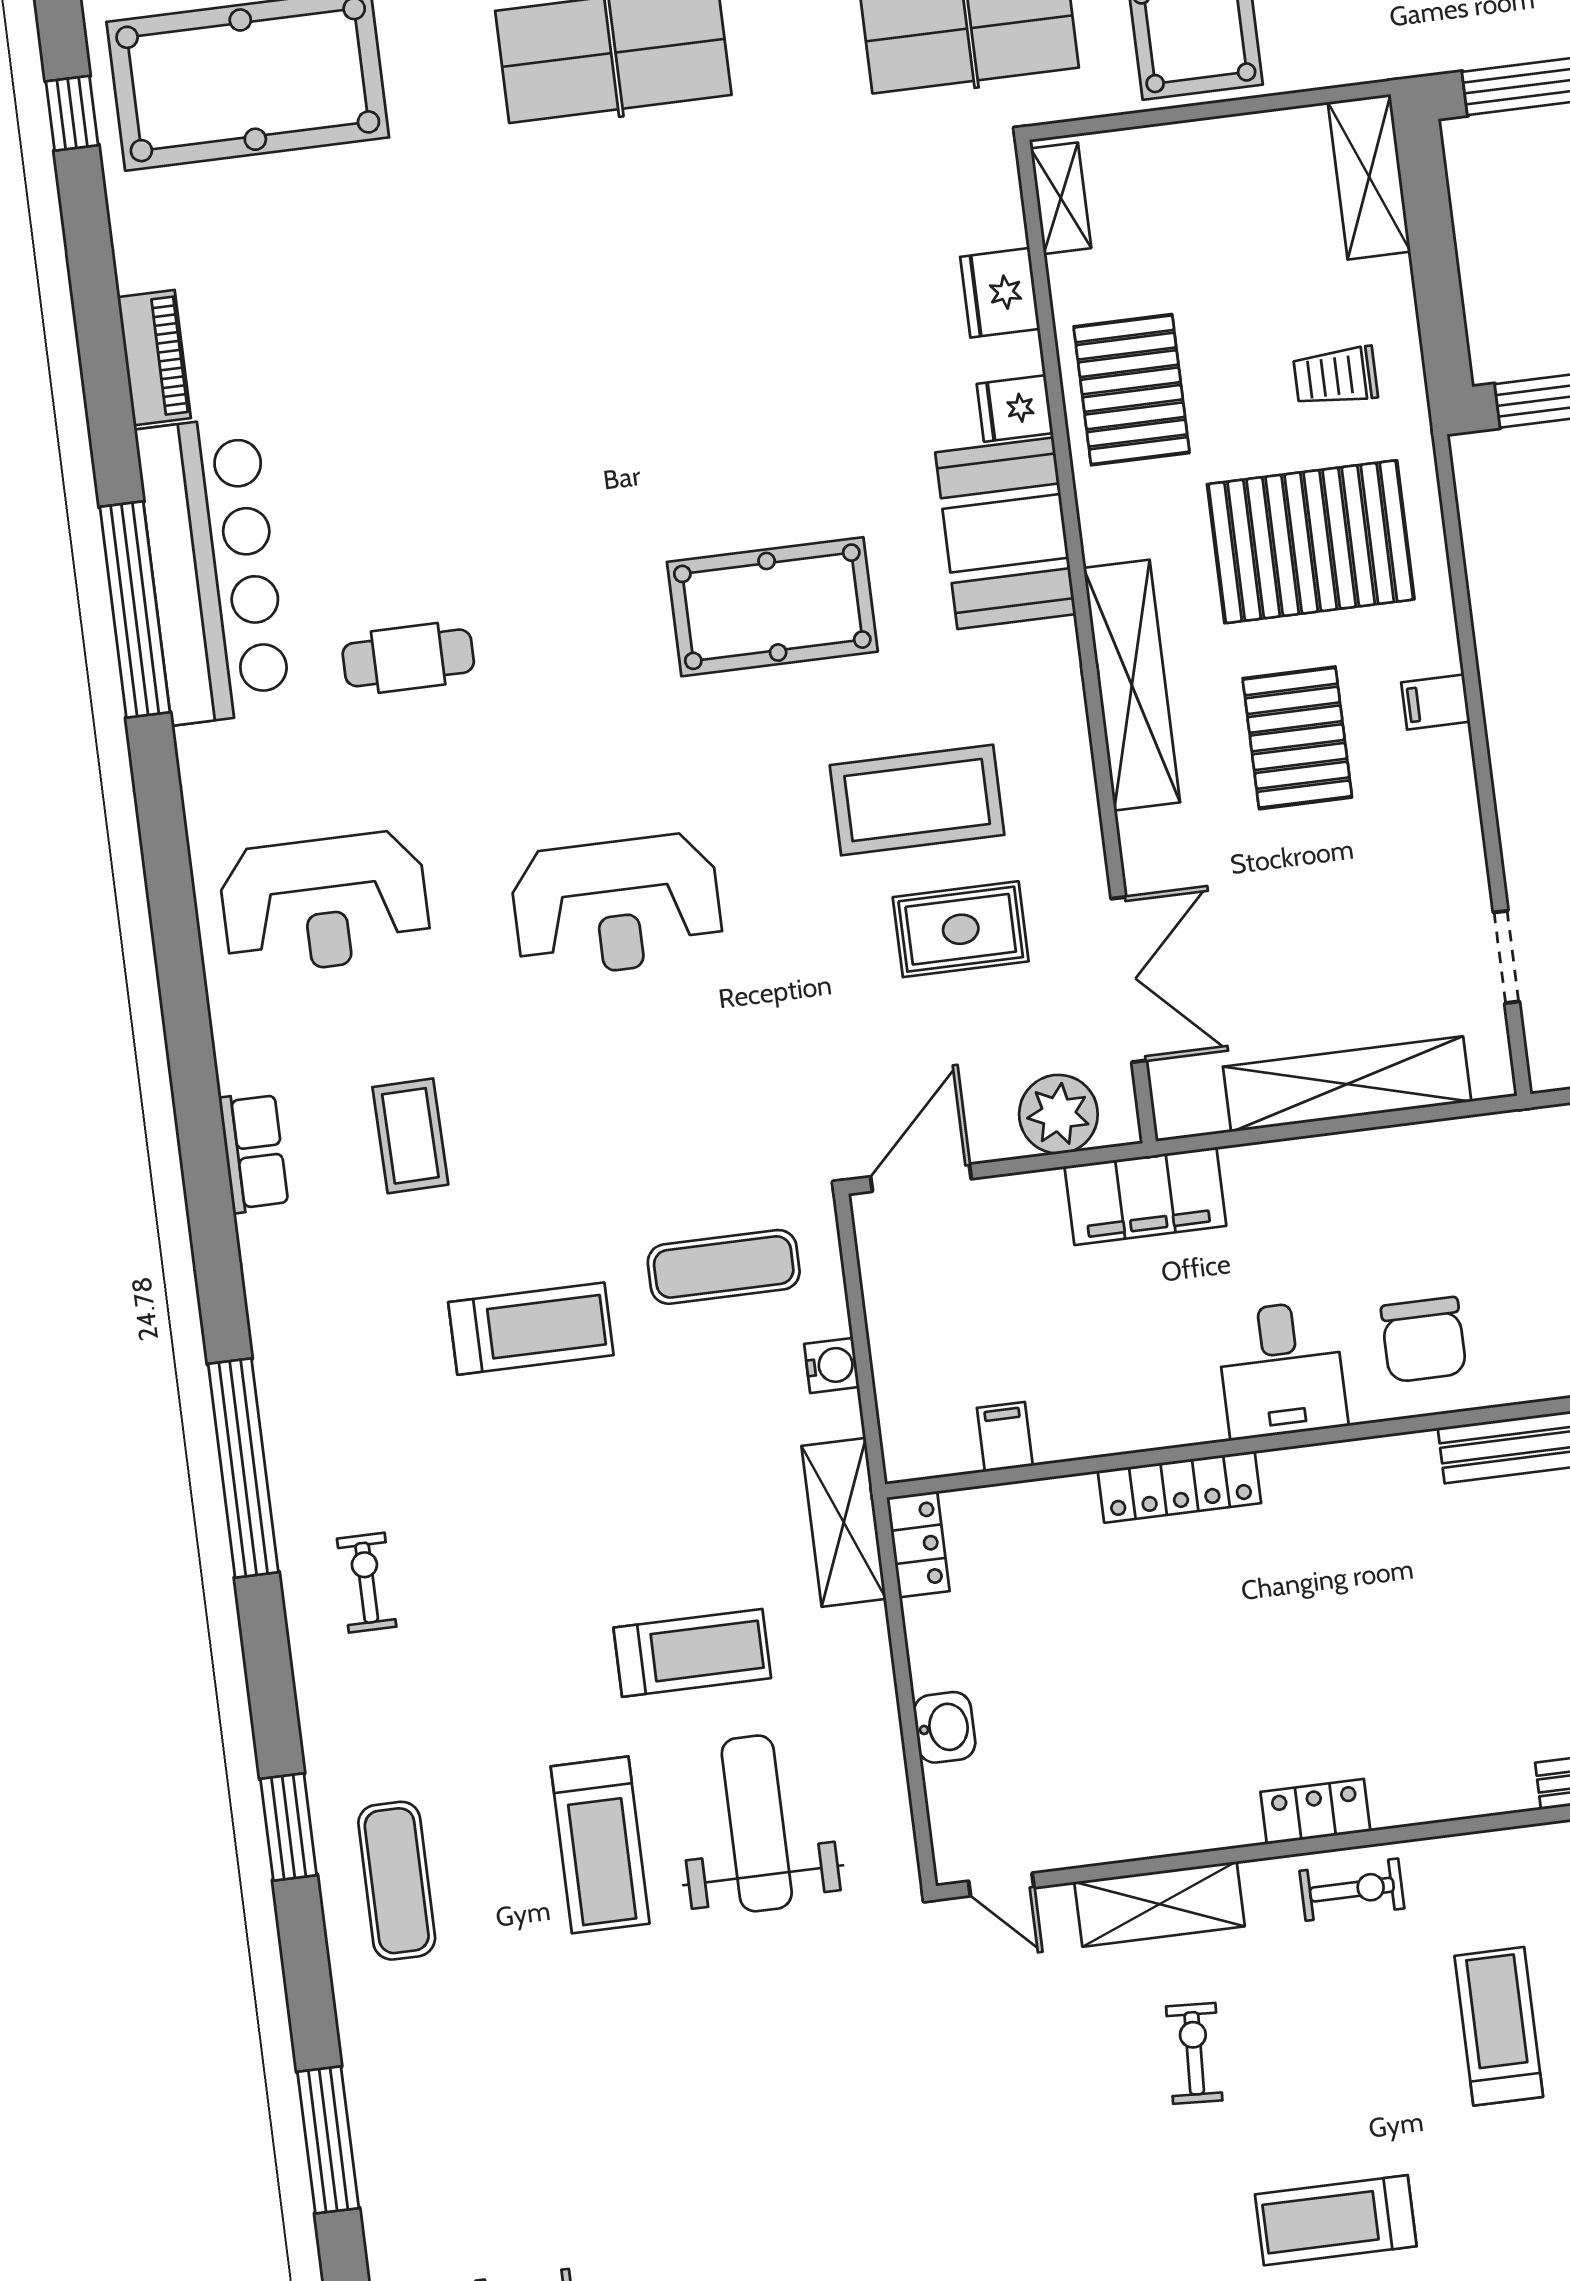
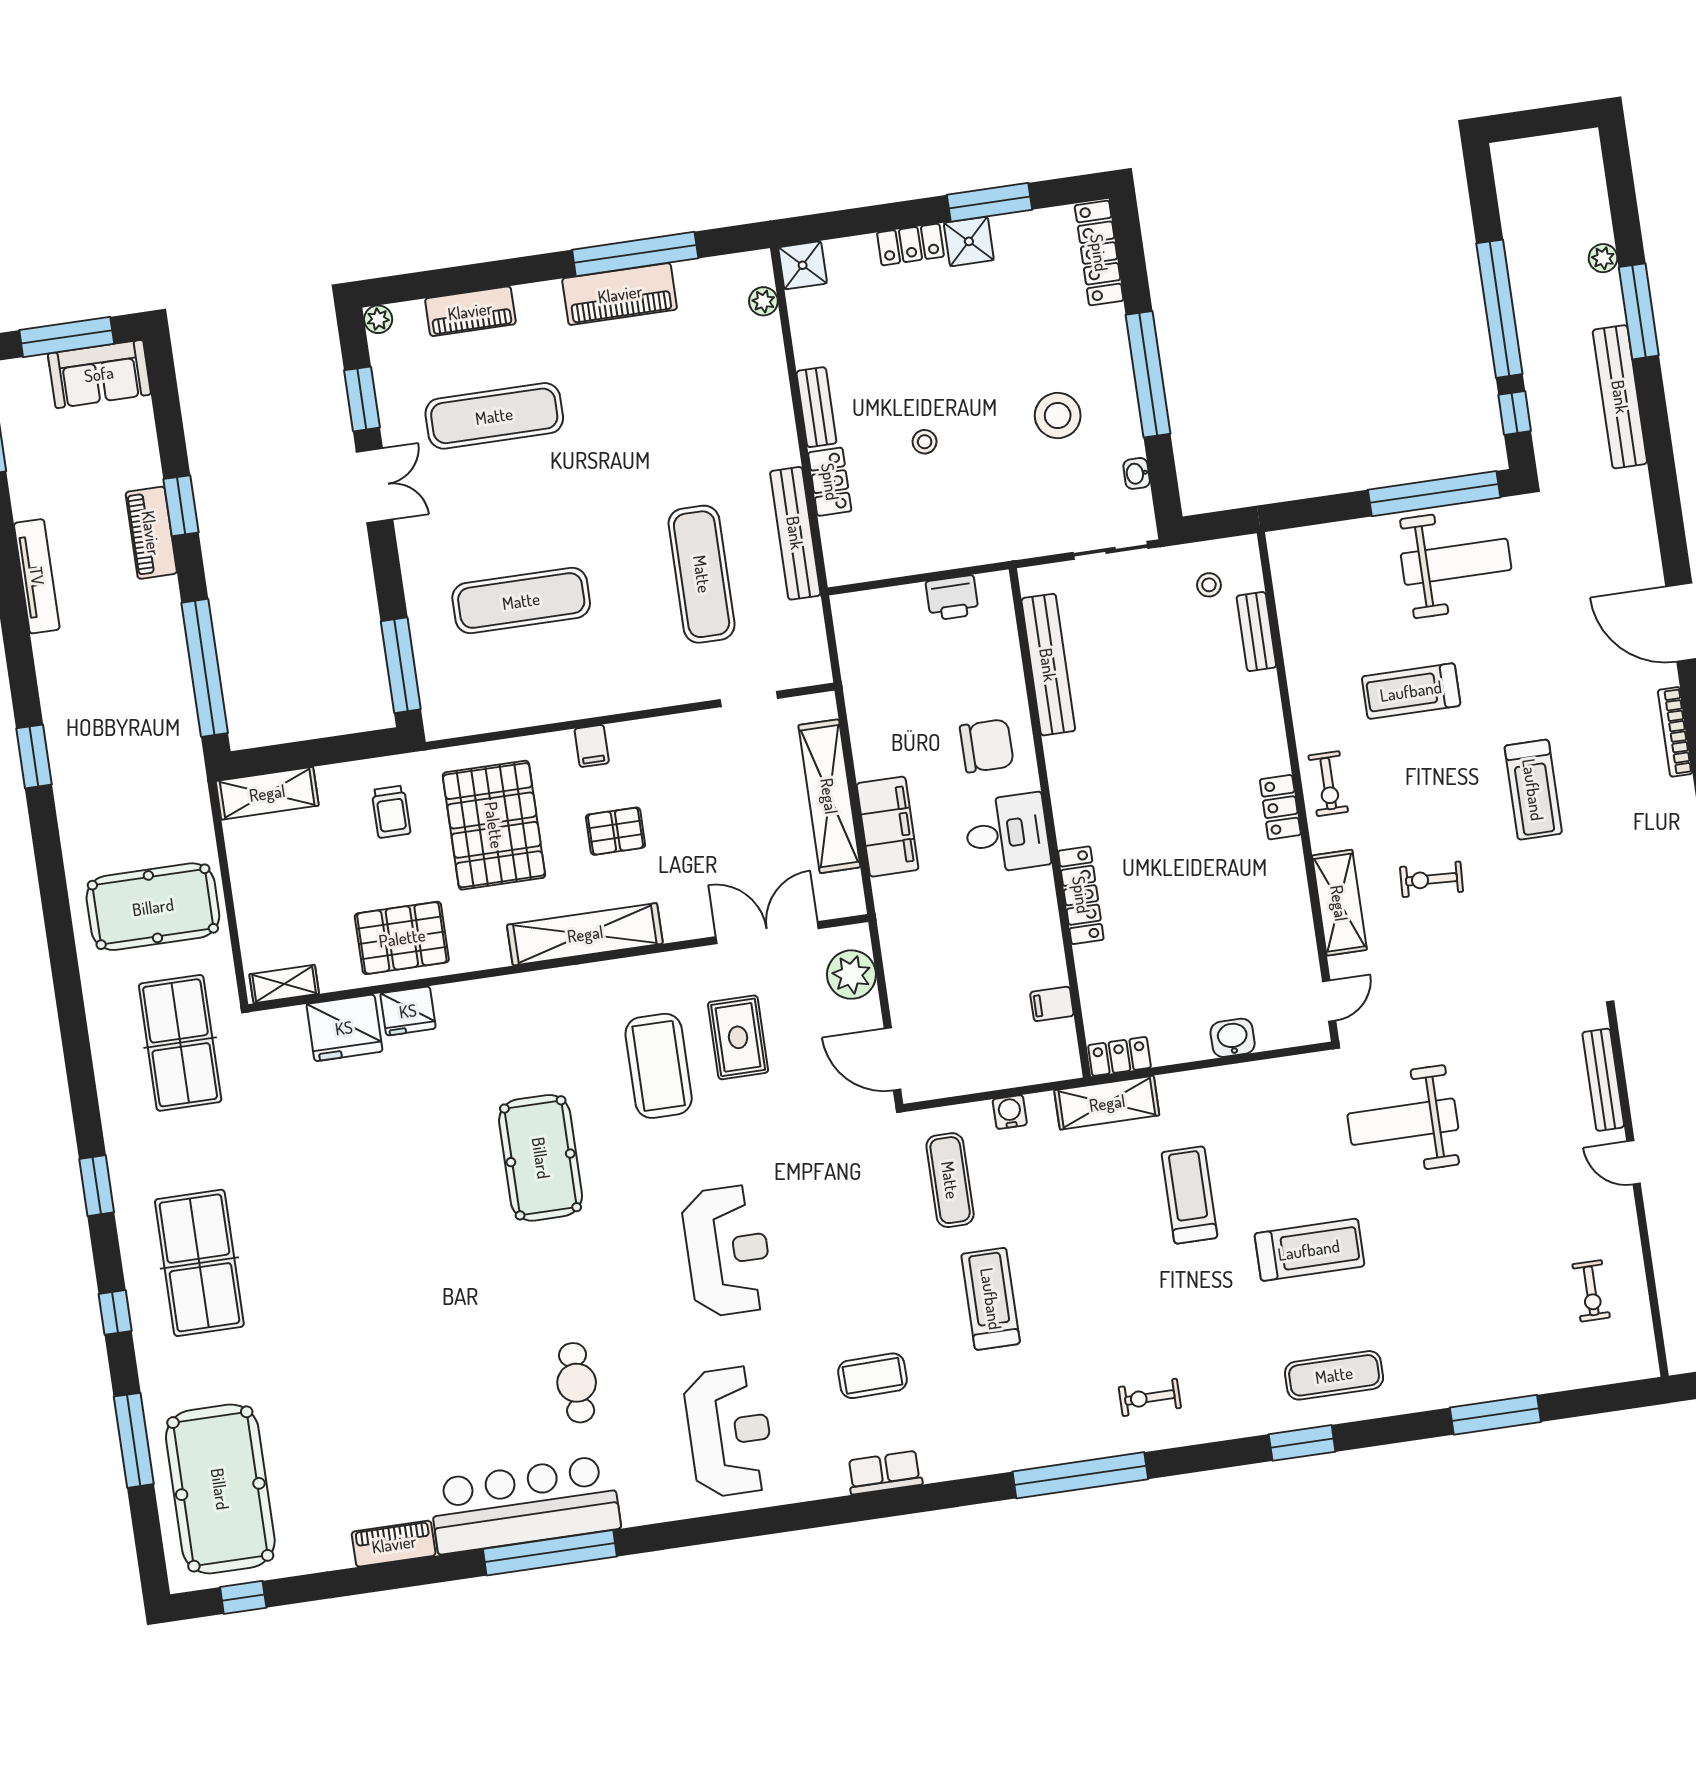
fridge: (1000, 293) -> (344, 1028), width x1.36, depth x1.34
fridge: (1015, 408) -> (408, 1011), width x1.38
booth: (1006, 533) -> (492, 1014), removed
pallet: (1297, 738) -> (615, 831), width x0.67, depth x0.71
filing cabinet: (1145, 1196) -> (888, 827), moved
weight bench: (757, 1823) -> (1403, 1122), moved
exercise bike: (1352, 1890) -> (1328, 784), turned 180

